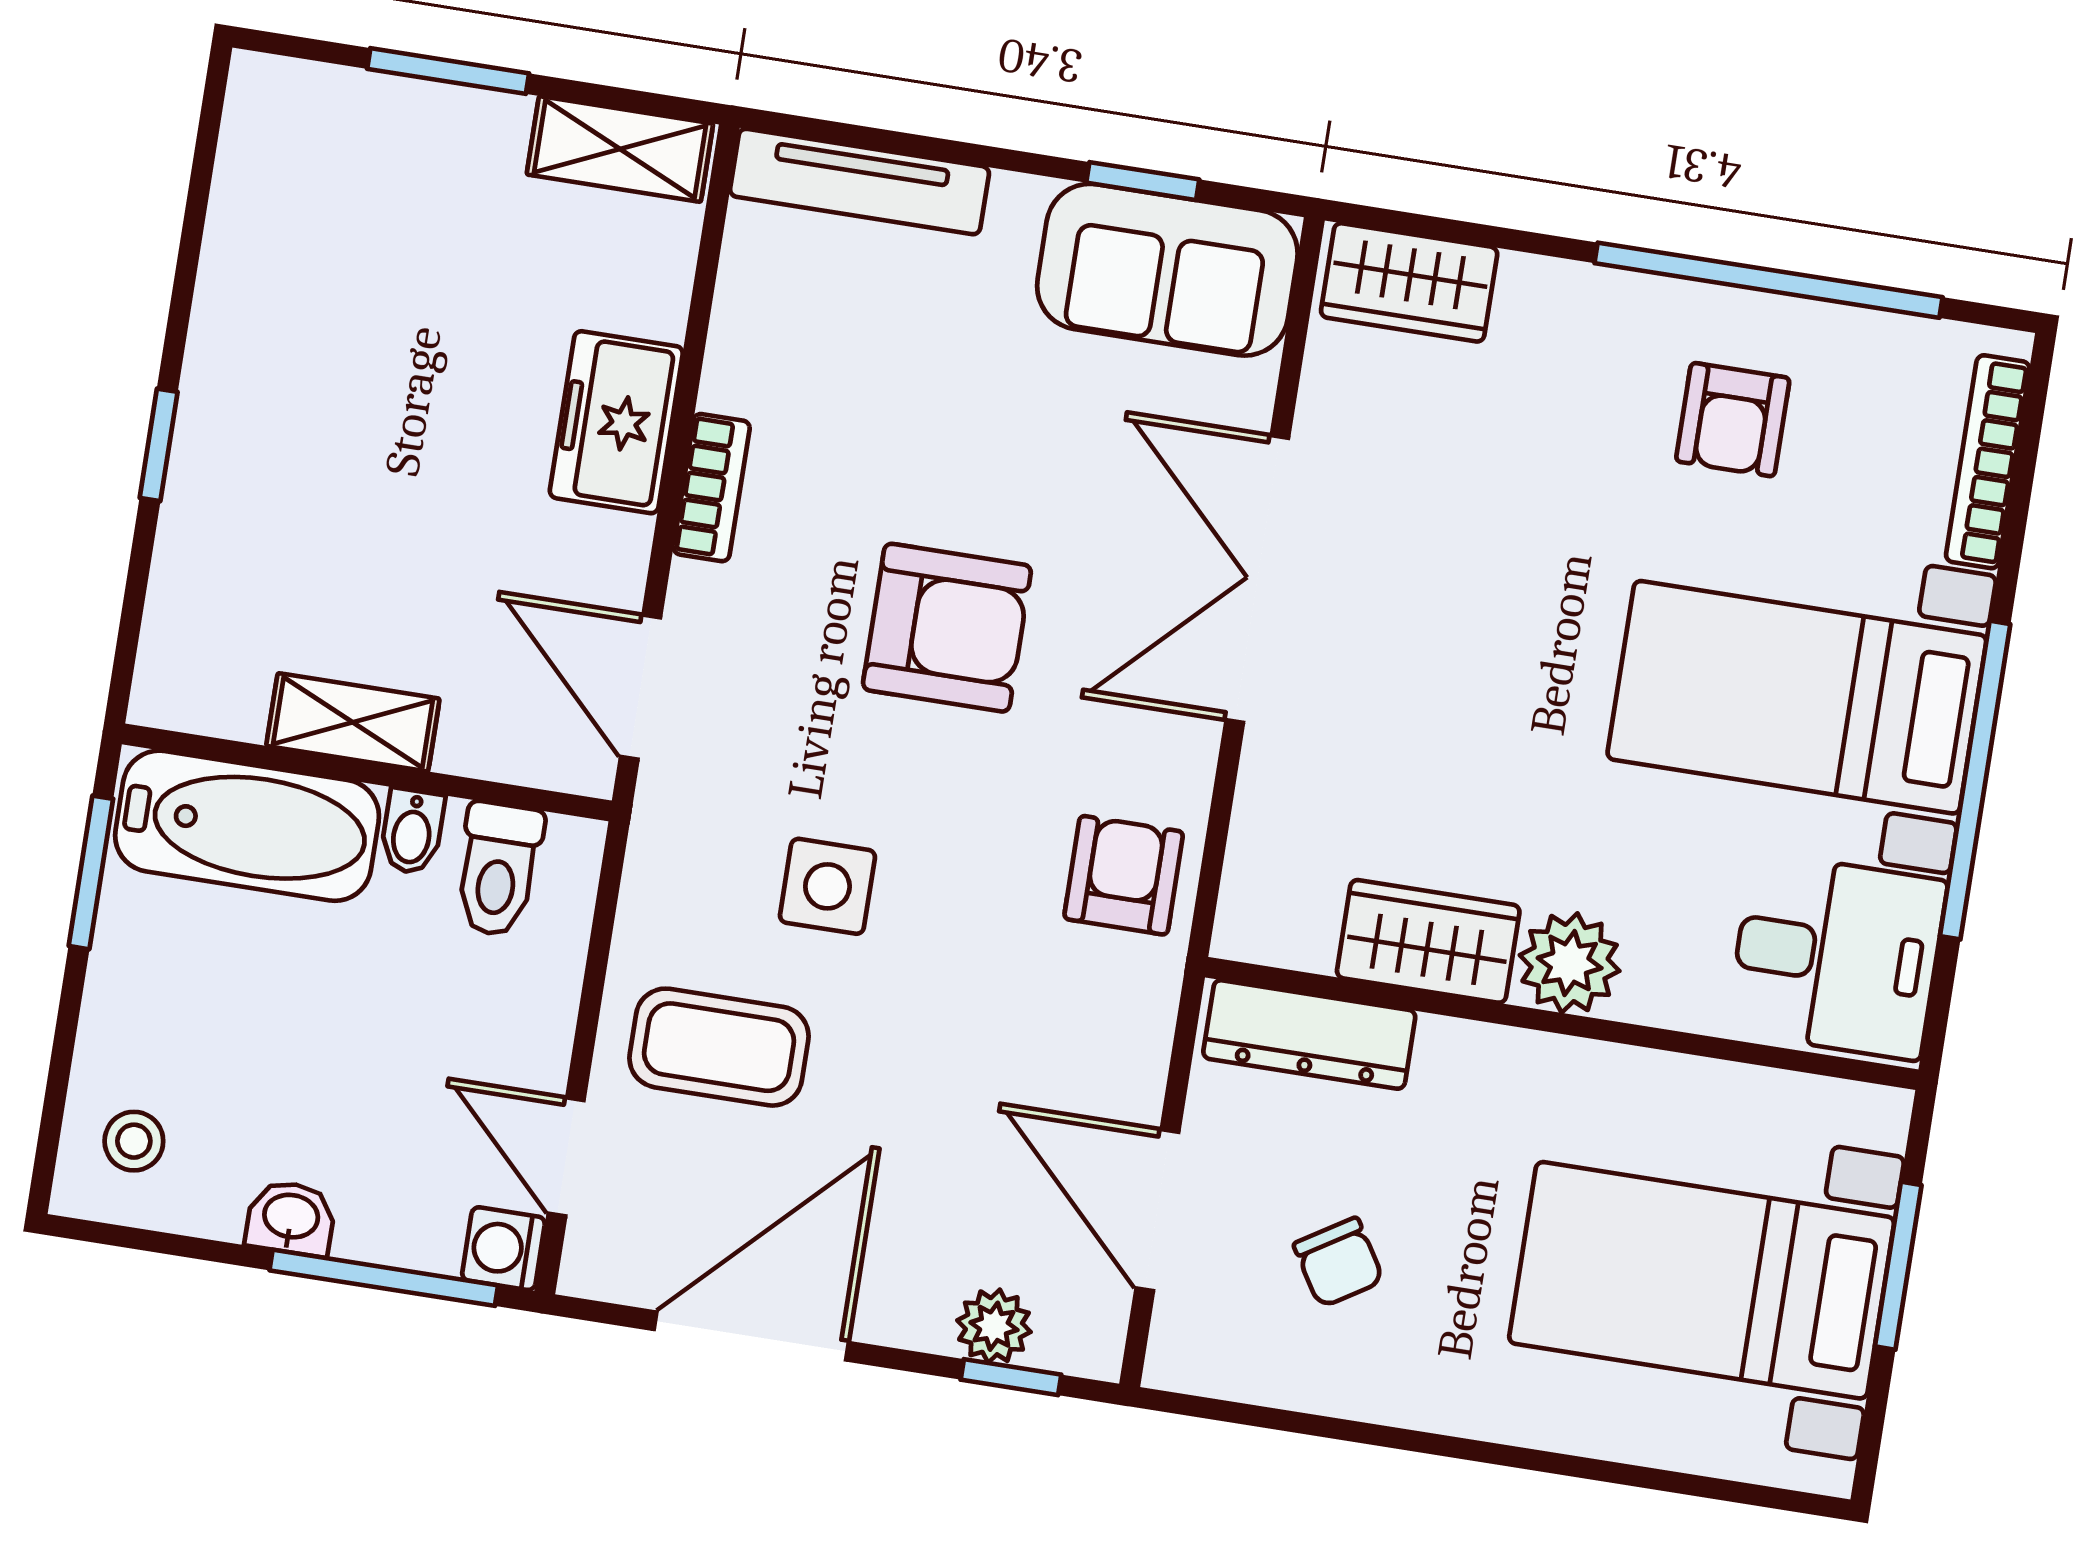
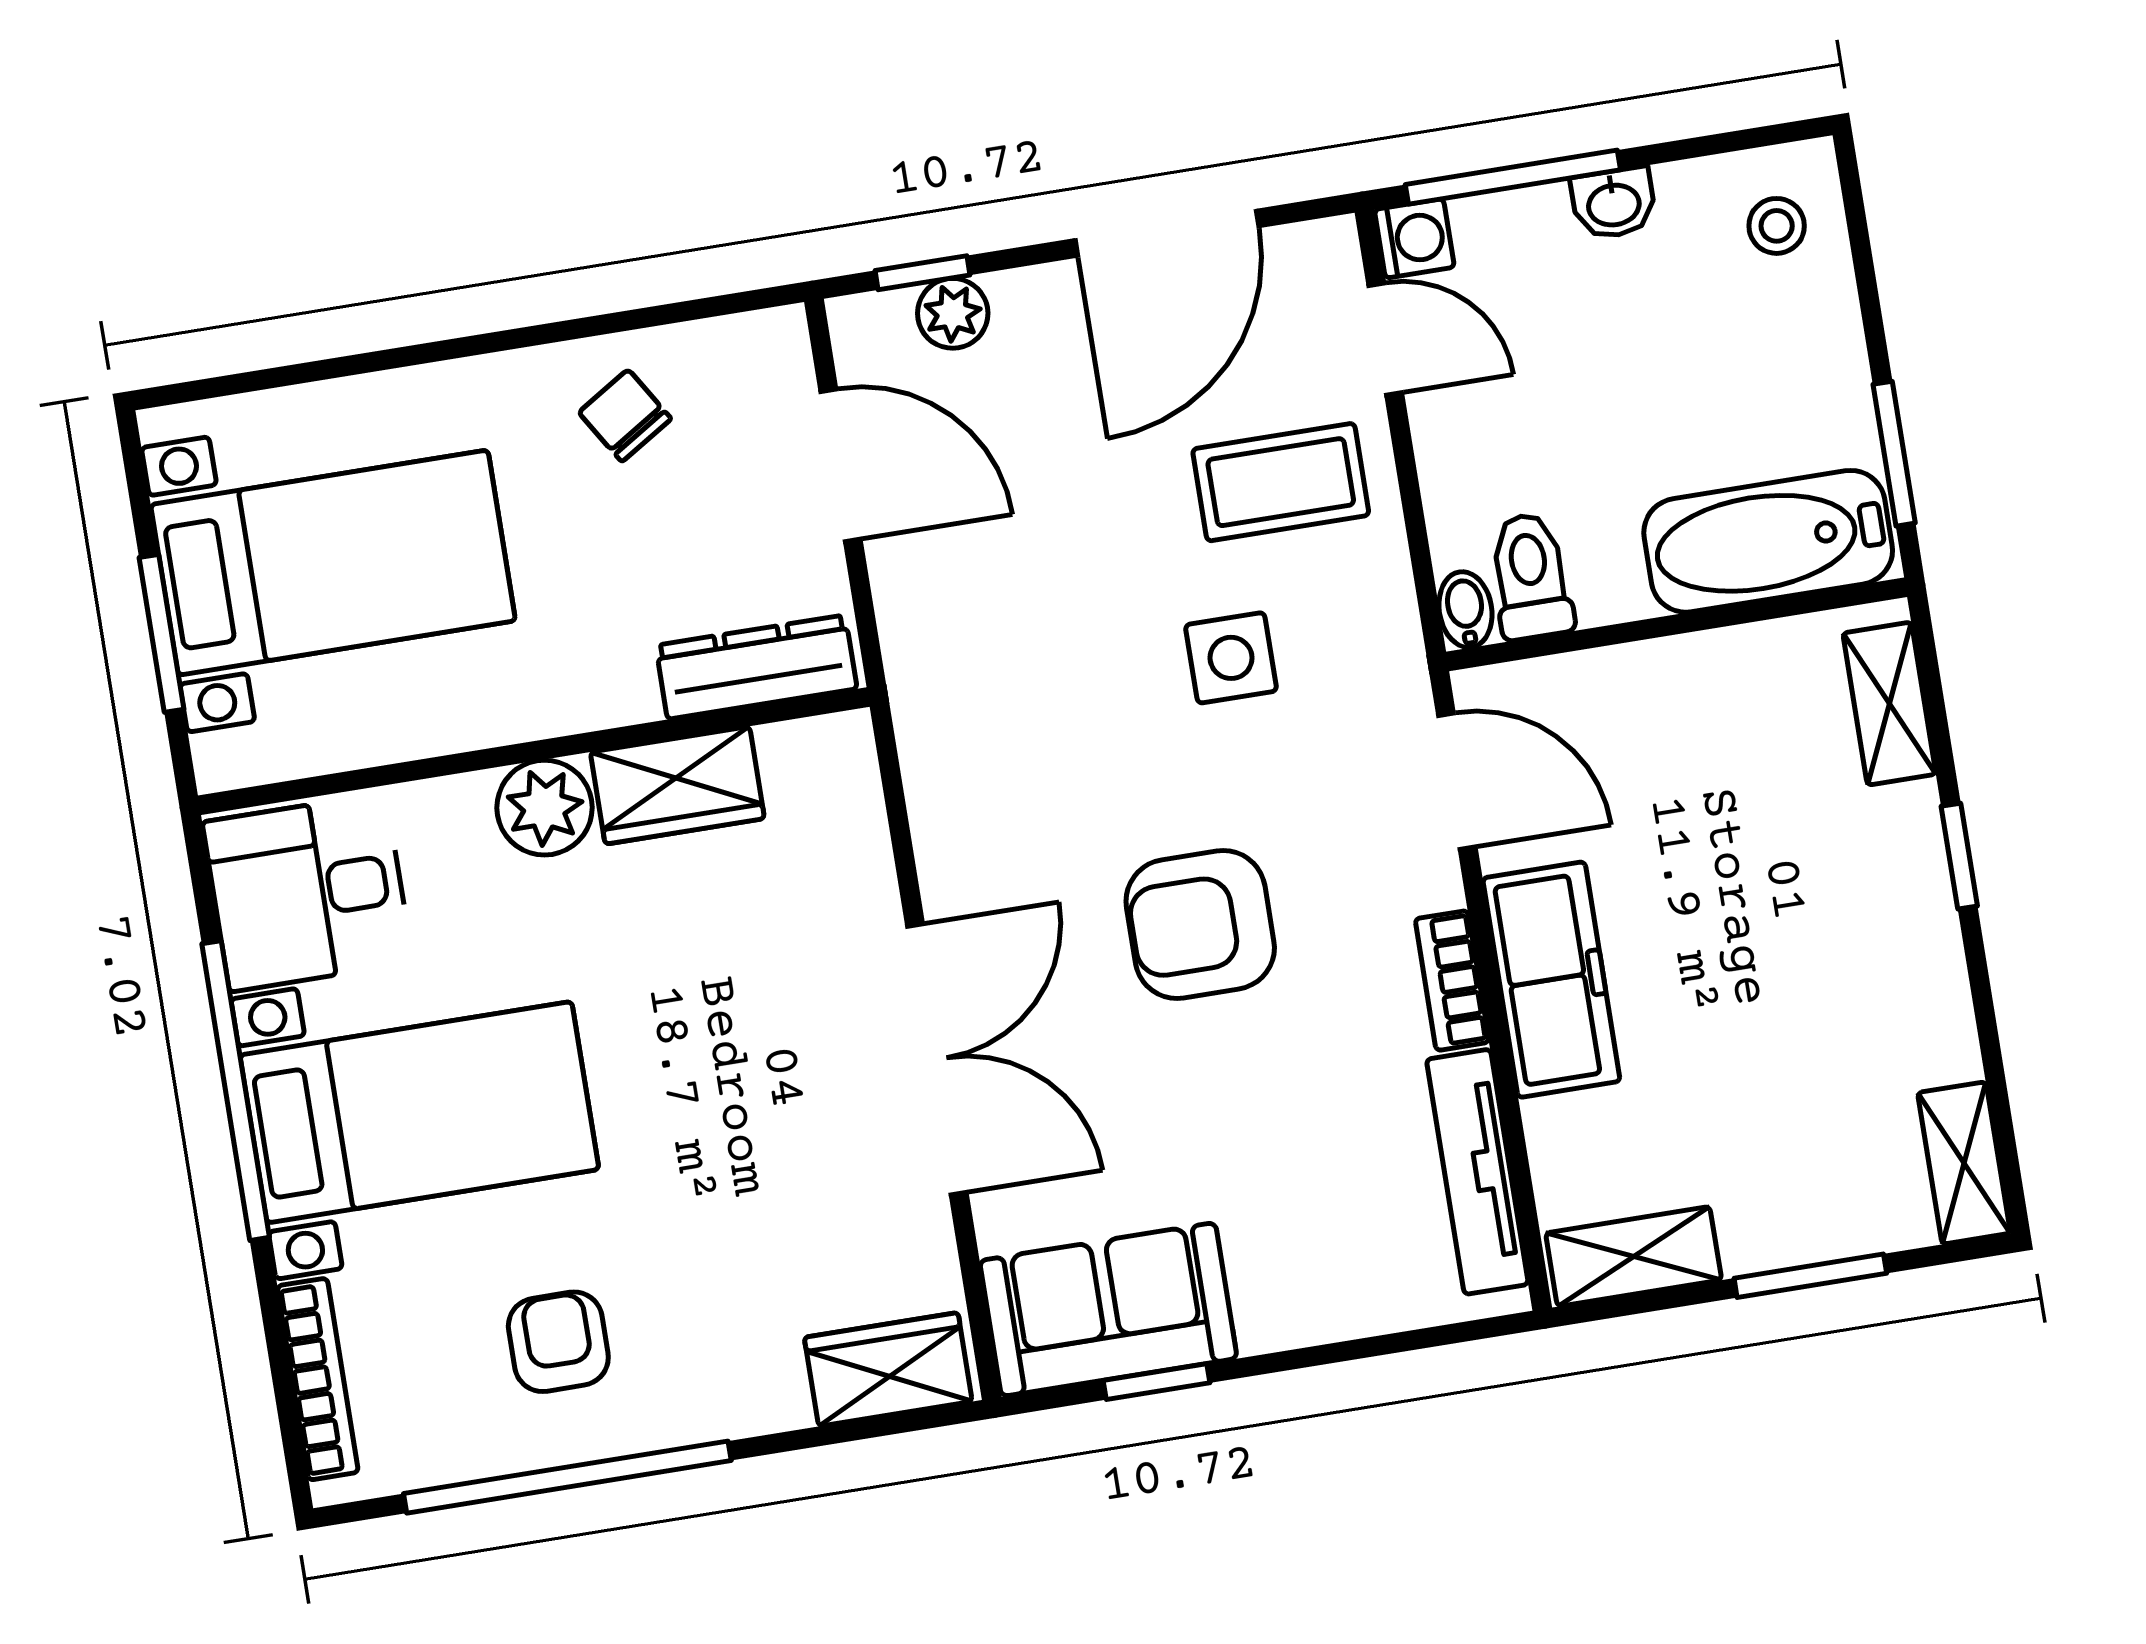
shelving: (256, 134) -> (1964, 1163), added
tv unit: (860, 182) -> (1477, 1172), moved, turned -90
freezer: (616, 422) -> (1551, 980), width x1.40
shelving: (353, 722) -> (1889, 704), moved, turned 90
bidet: (412, 831) -> (1465, 610), moved
armchair: (1124, 875) -> (969, 755), removed
chair: (1339, 1262) -> (625, 416), moved

